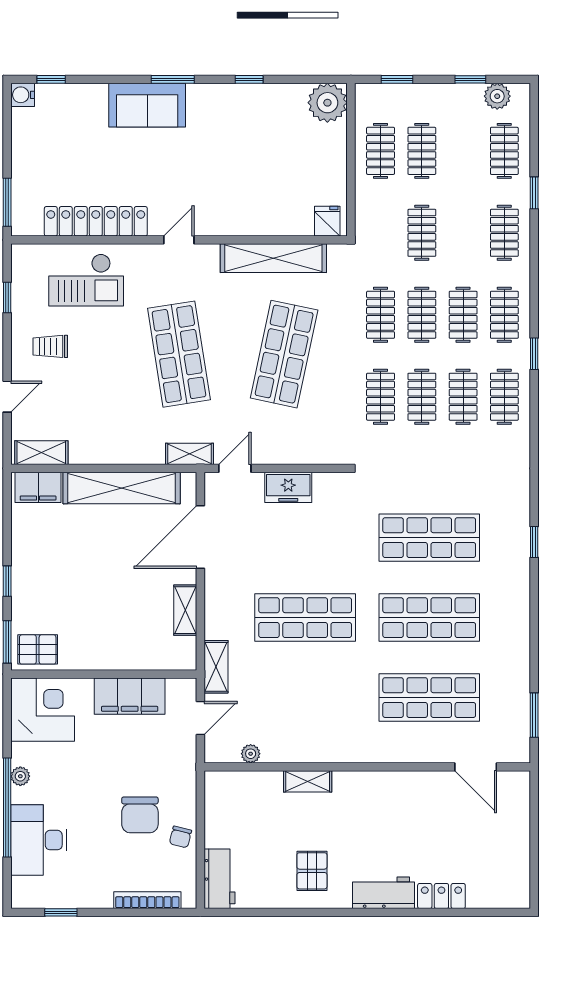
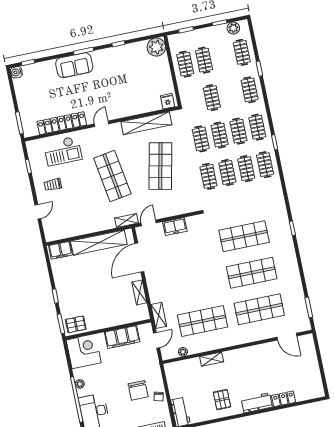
shelving: (41, 453) -> (59, 234), removed
shop shelf: (305, 618) -> (202, 321), moved

